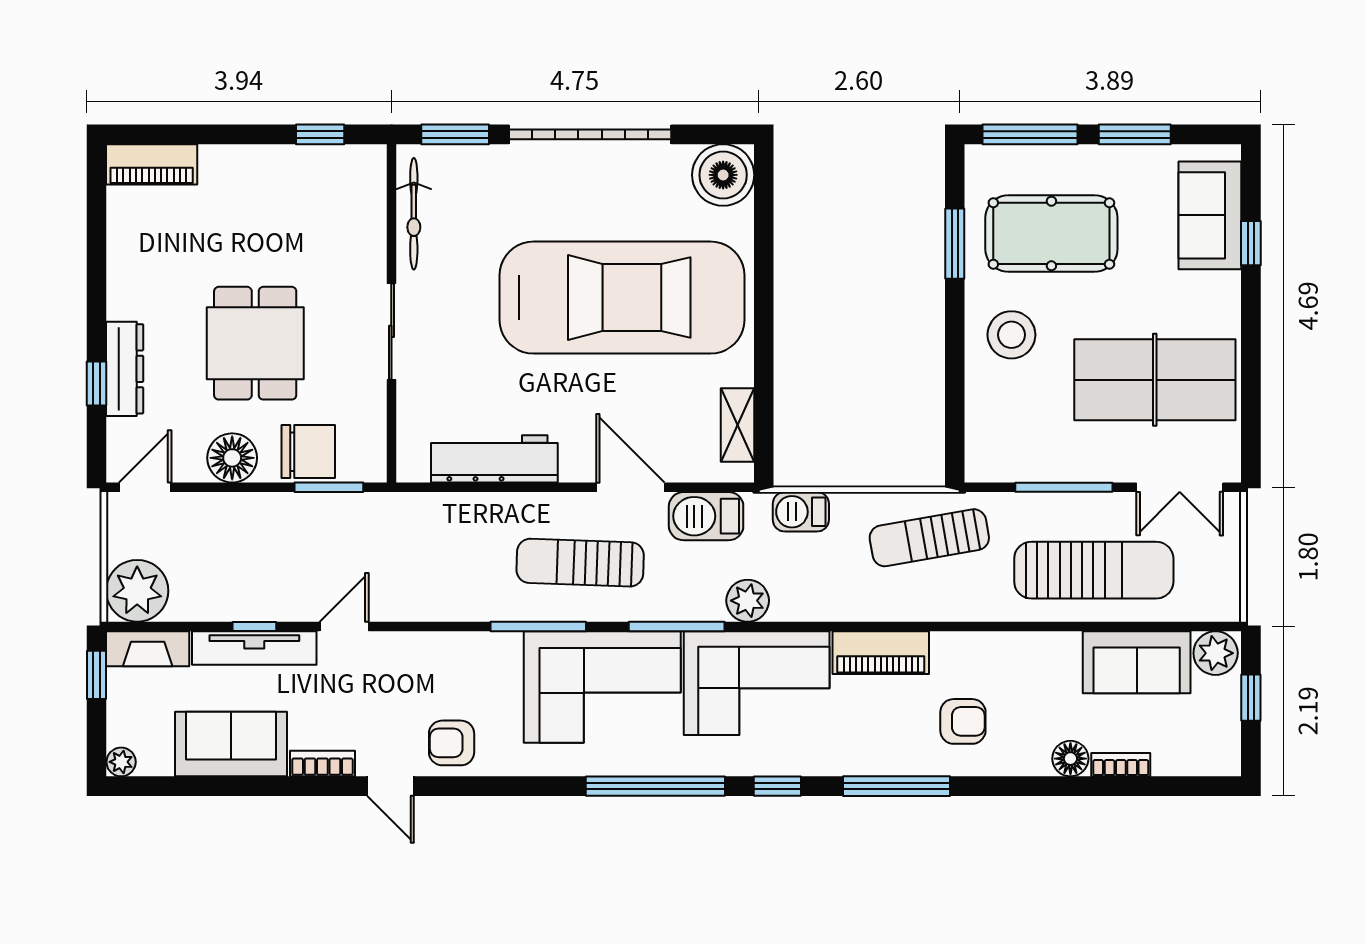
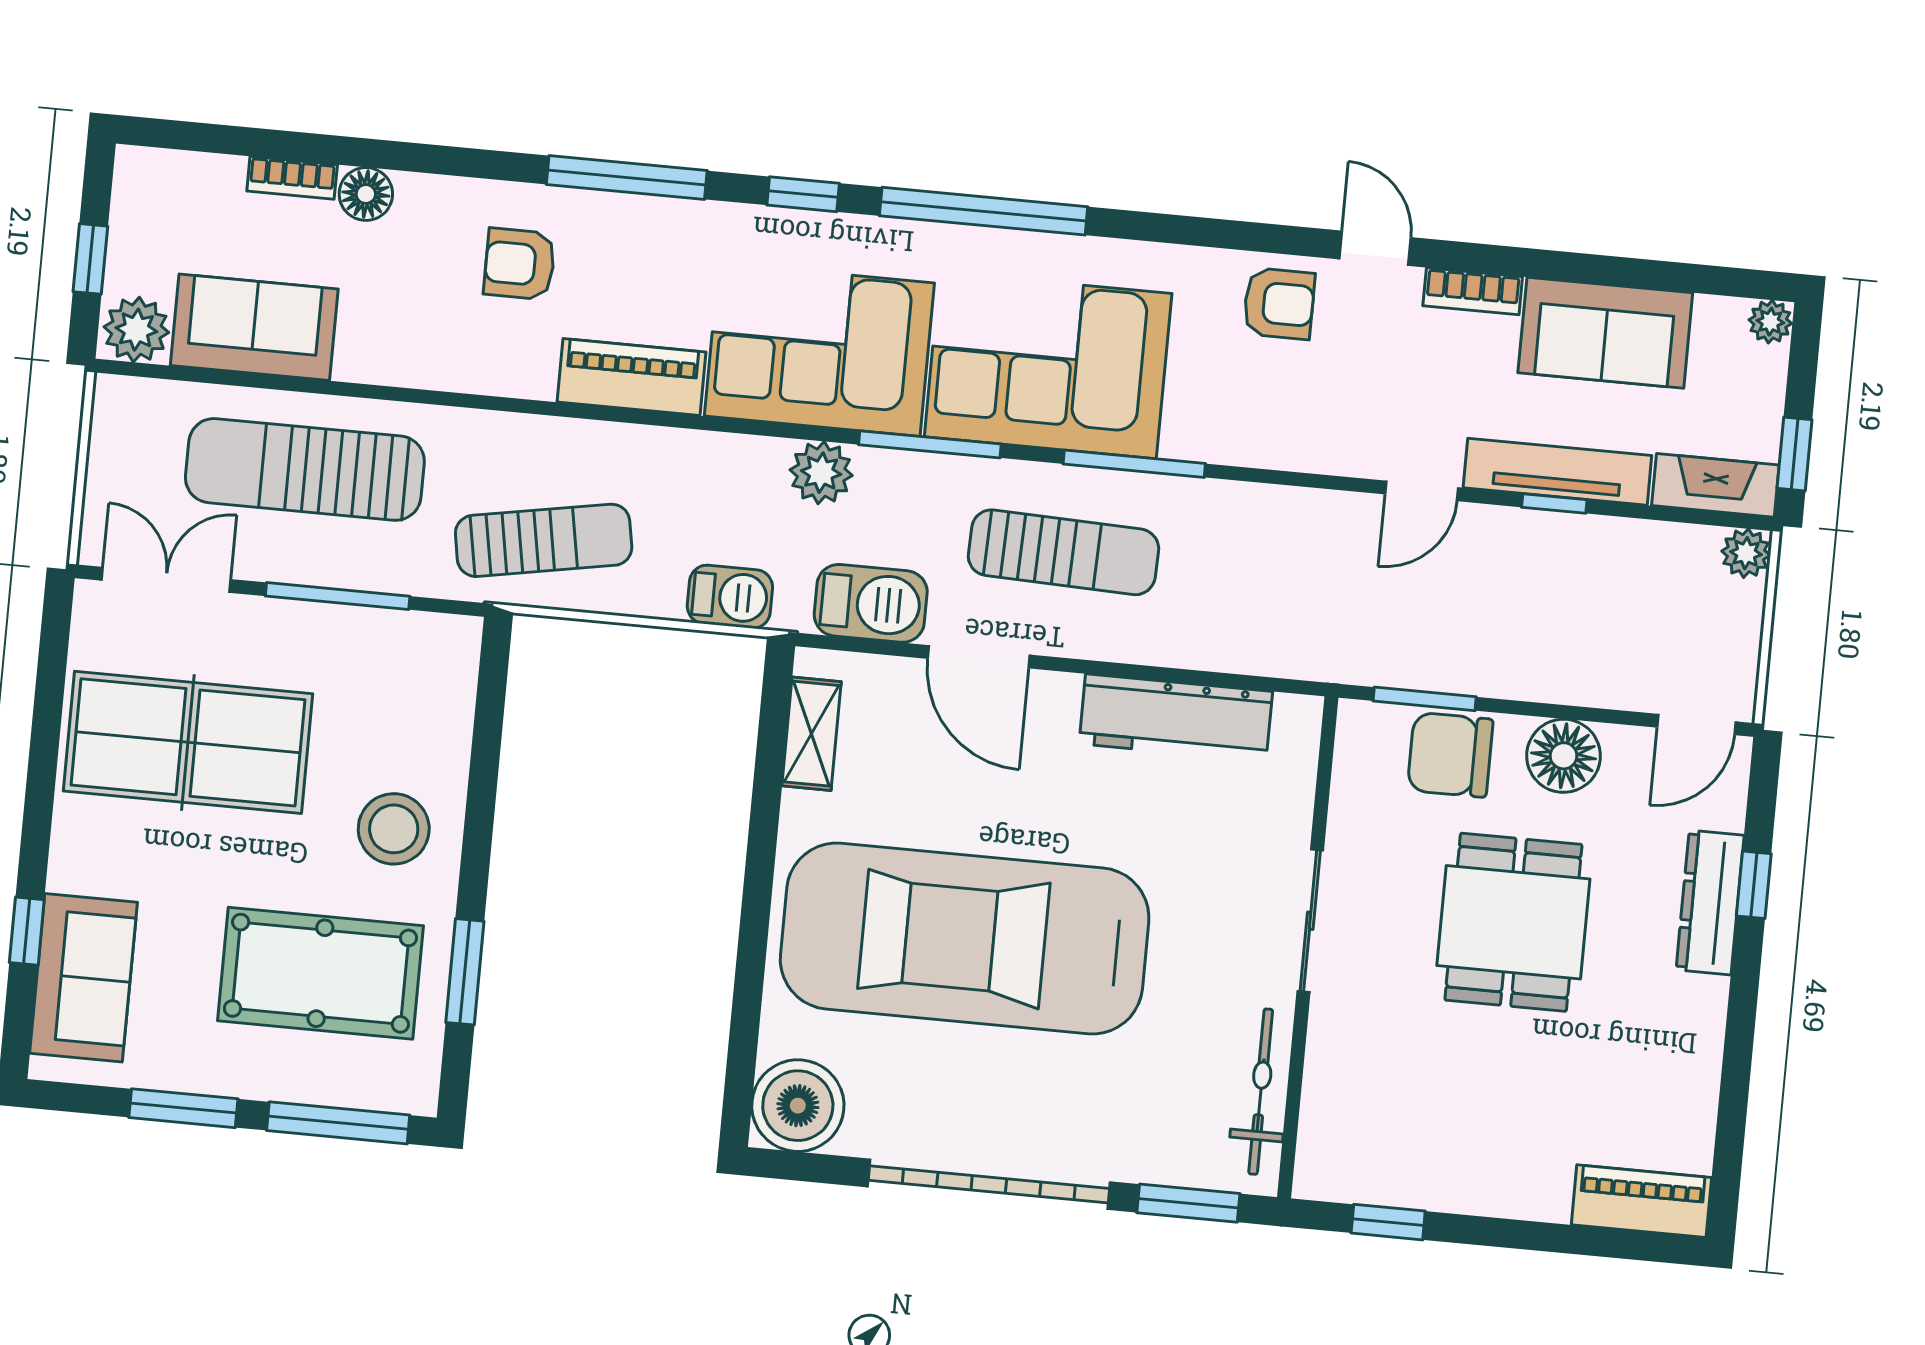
plant: (137, 591) -> (1746, 553), width x0.53, depth x0.53

